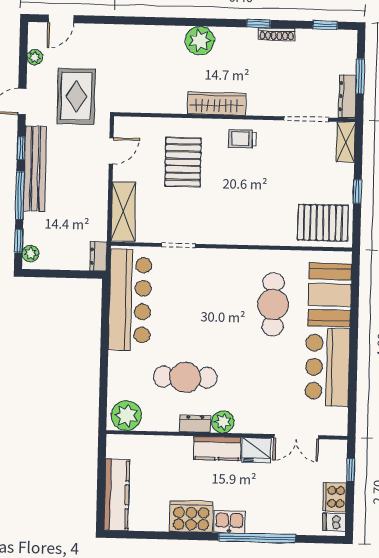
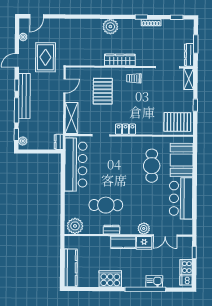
locker: (225, 235) -> (125, 129), added
plant: (223, 422) -> (144, 228), moved
kitchen sink: (229, 522) -> (154, 281), moved

